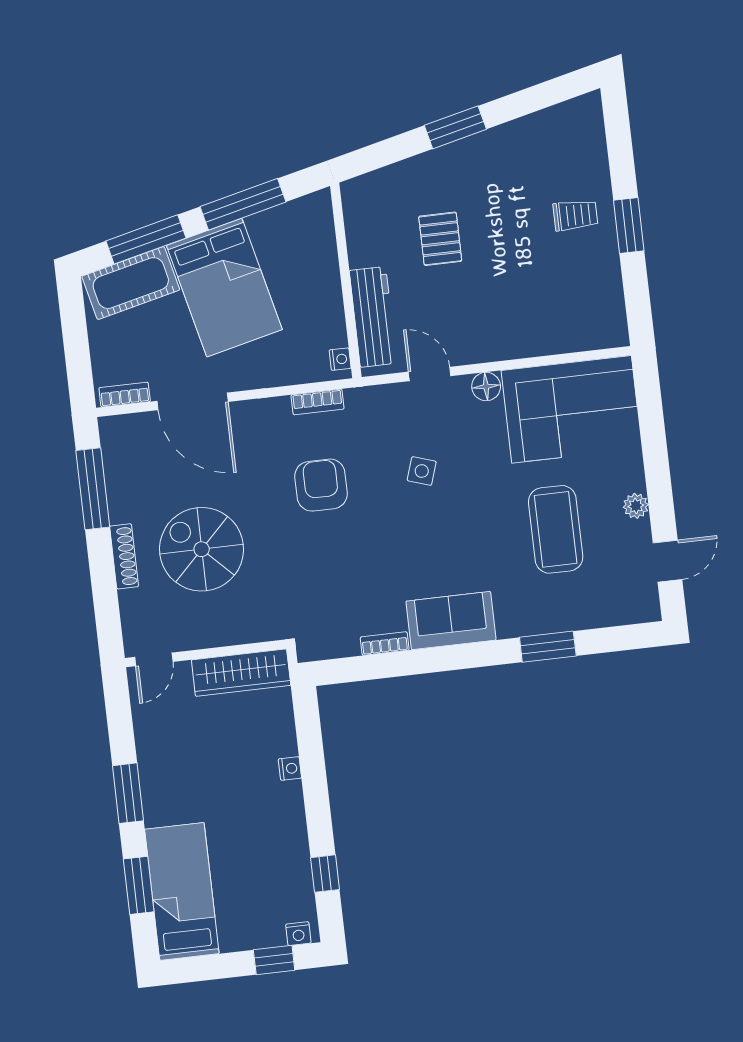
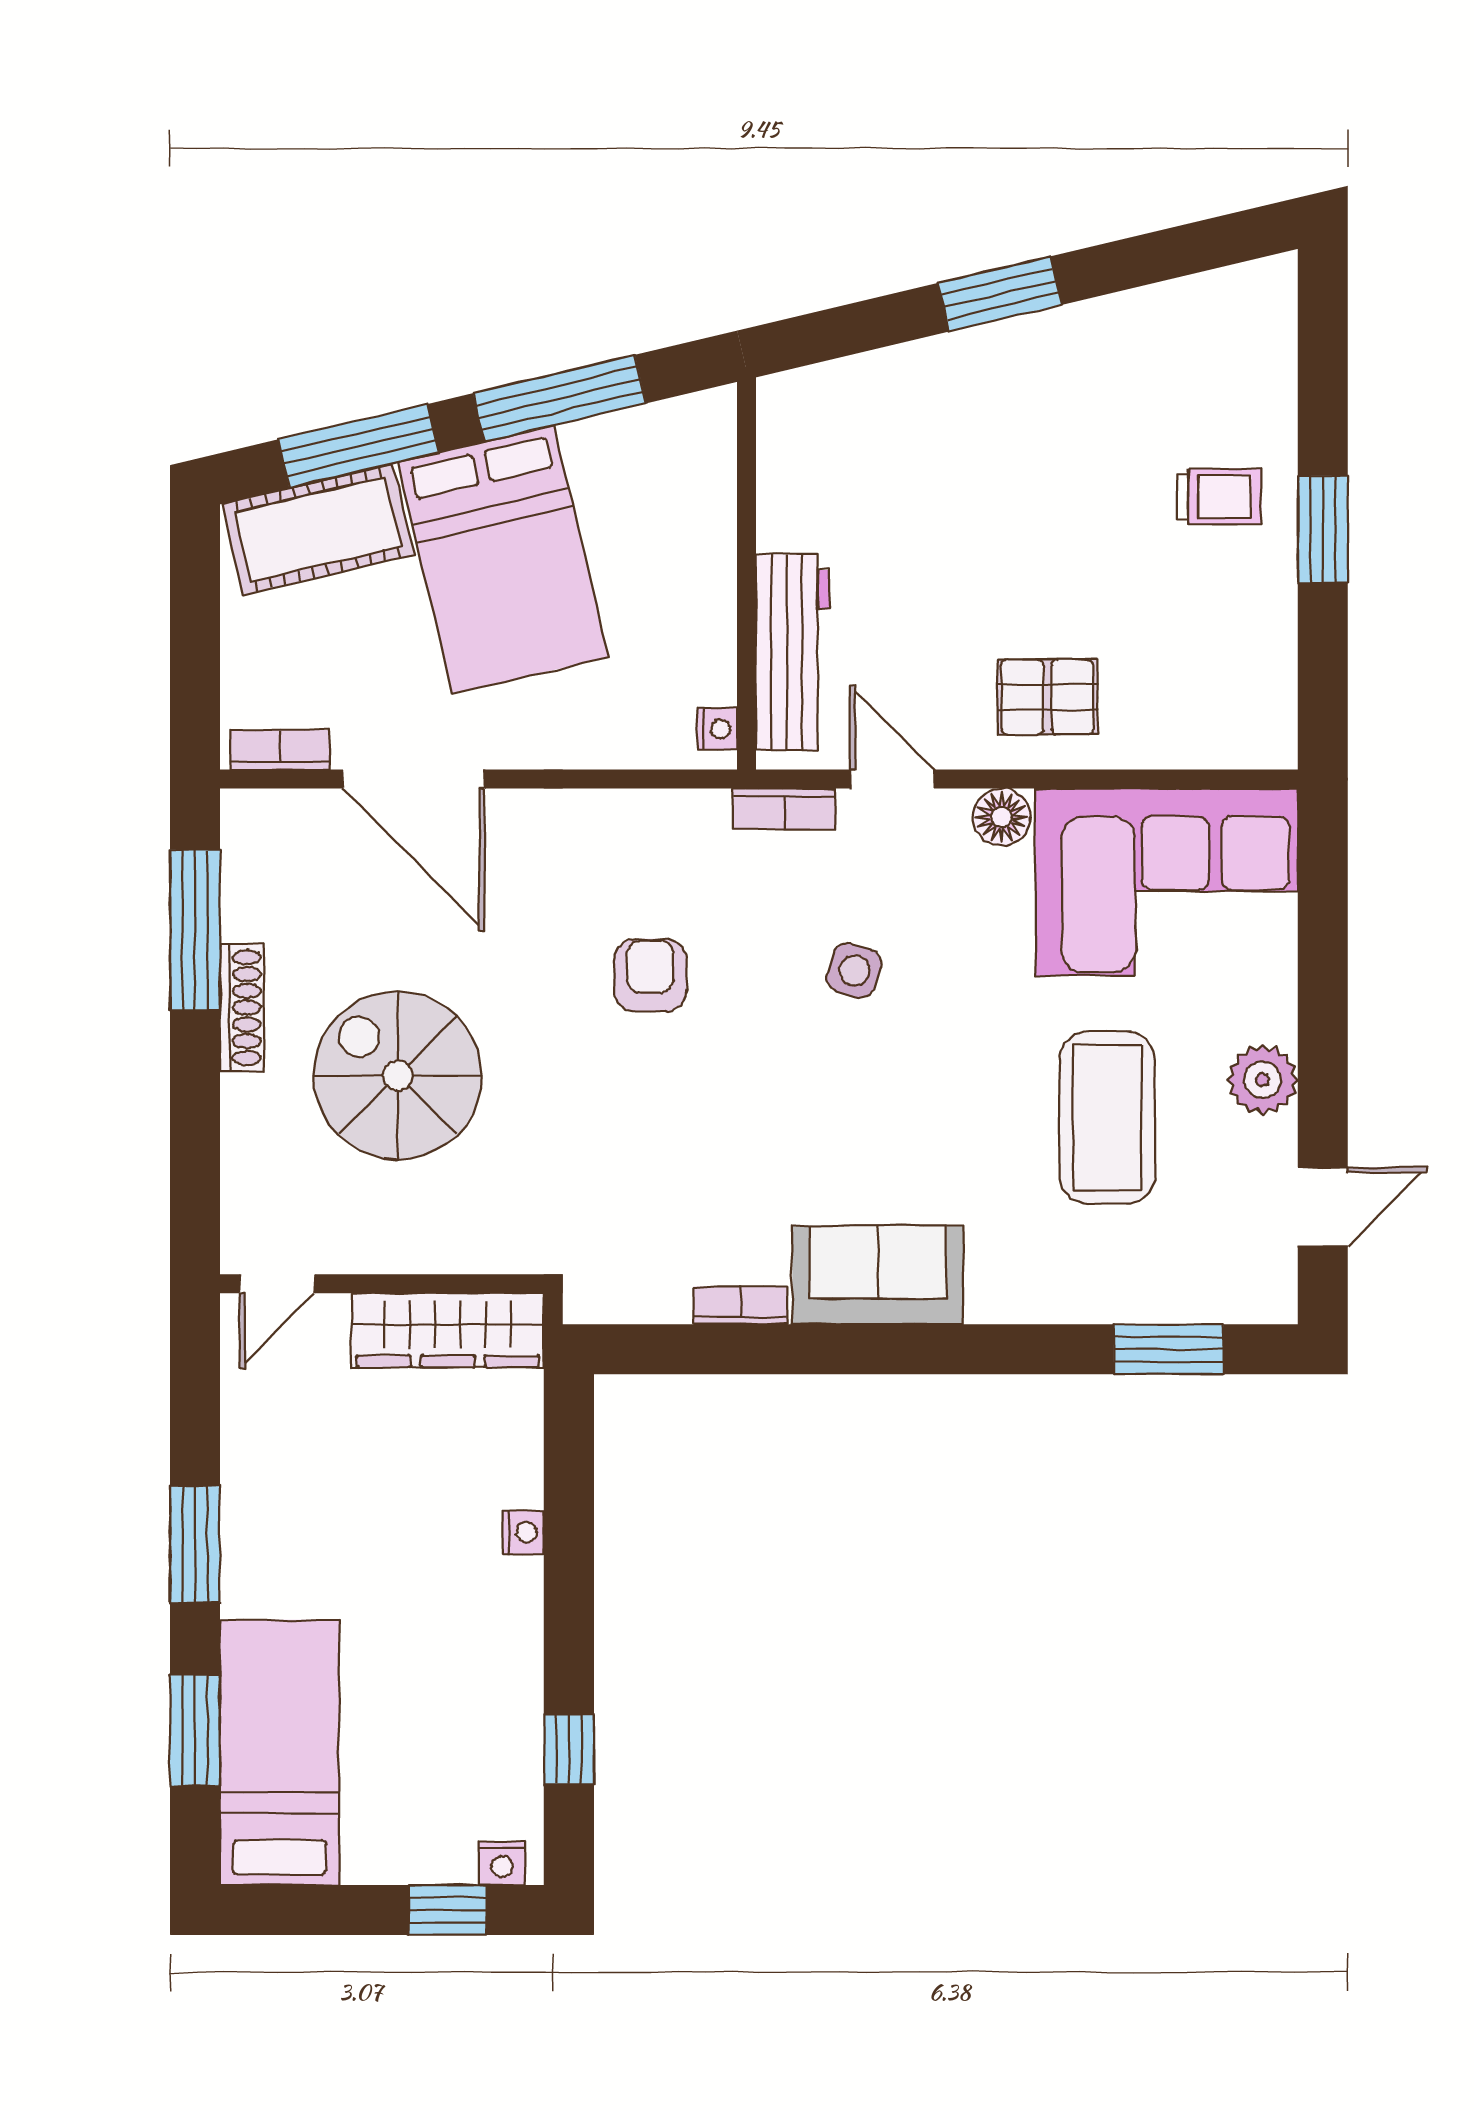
pallet: (440, 239) -> (1048, 697), moved, turned 90
bookcase: (318, 402) -> (784, 809), moved
armchair: (321, 485) -> (650, 975), width x0.72, depth x0.72
plant: (636, 506) -> (1263, 1080), width x1.38, depth x1.38
shoe rack: (124, 556) -> (242, 1008), moved
window: (548, 647) -> (1168, 1349), moved

